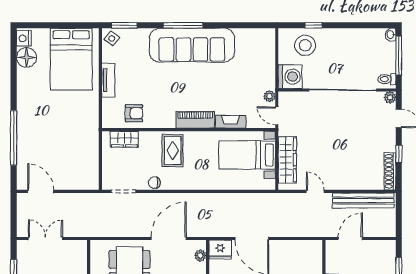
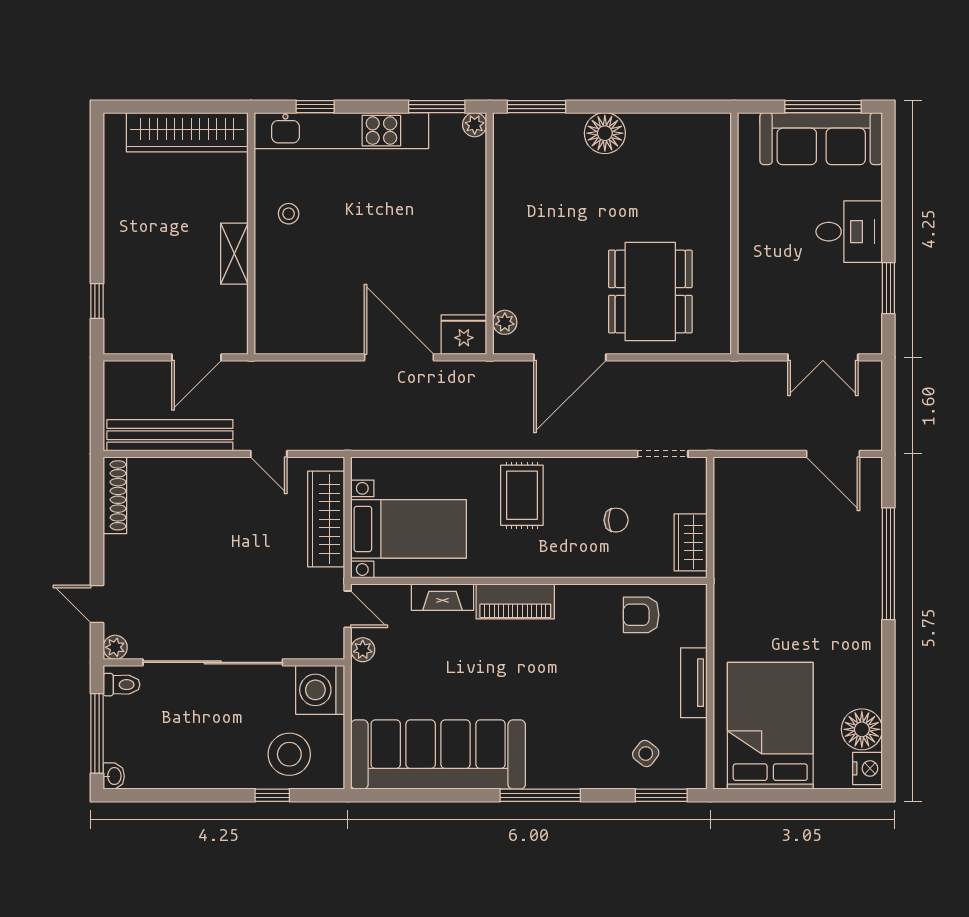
side table: (112, 38) -> (646, 754), moved
sofa: (192, 45) -> (438, 755), moved
wardrobe: (124, 139) -> (691, 542), moved, turned -90
rug: (173, 151) -> (522, 495), moved
window: (399, 154) -> (97, 531), removed
chair: (154, 183) -> (616, 520), moved

